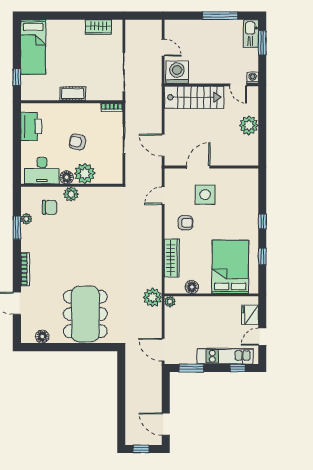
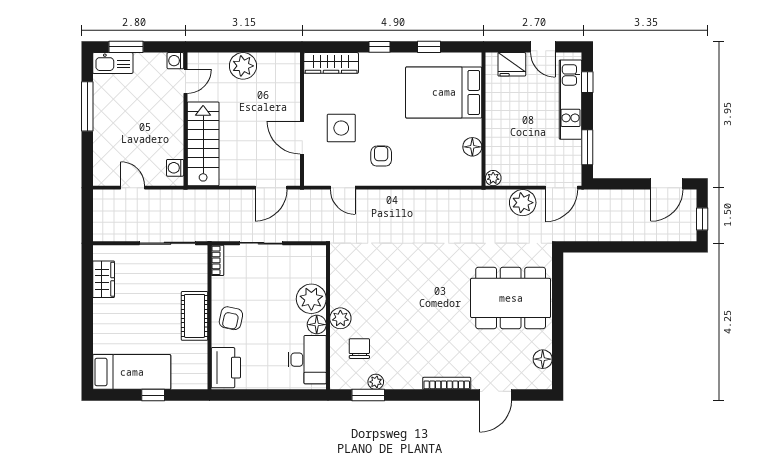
door: (163, 48) -> (133, 188), hinge flipped
washing machine: (177, 72) -> (175, 168), width x0.53, depth x0.53
window: (17, 77) -> (153, 395), moved
cot: (73, 94) -> (195, 316), width x1.37, depth x1.34
printer: (31, 126) -> (226, 368), moved, turned 90
armchair: (77, 142) -> (231, 318), moved
window: (17, 228) -> (368, 395), moved
wardrobe: (172, 258) -> (331, 63), moved, turned 180
plant: (152, 297) -> (523, 203), moved

